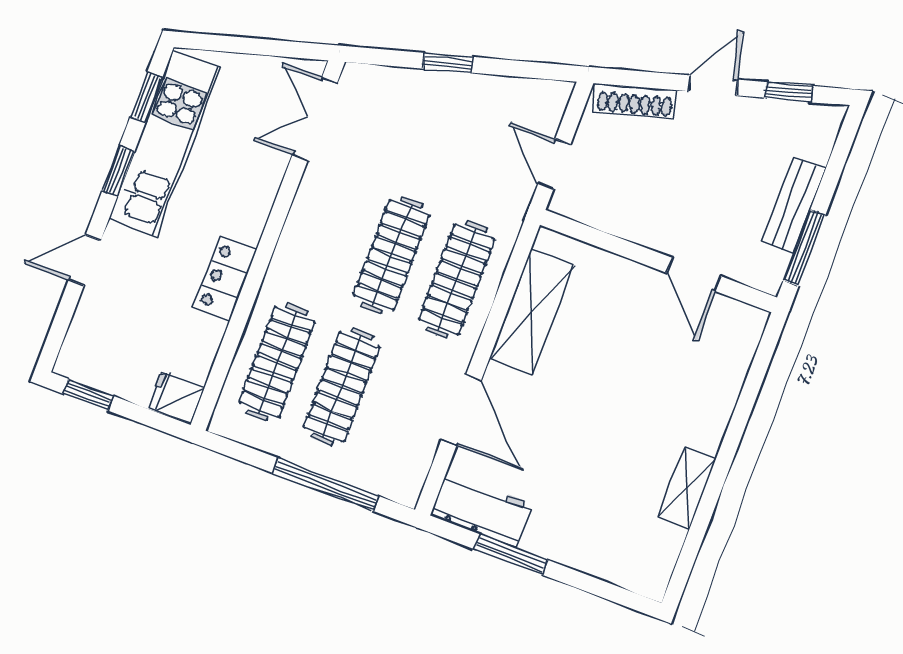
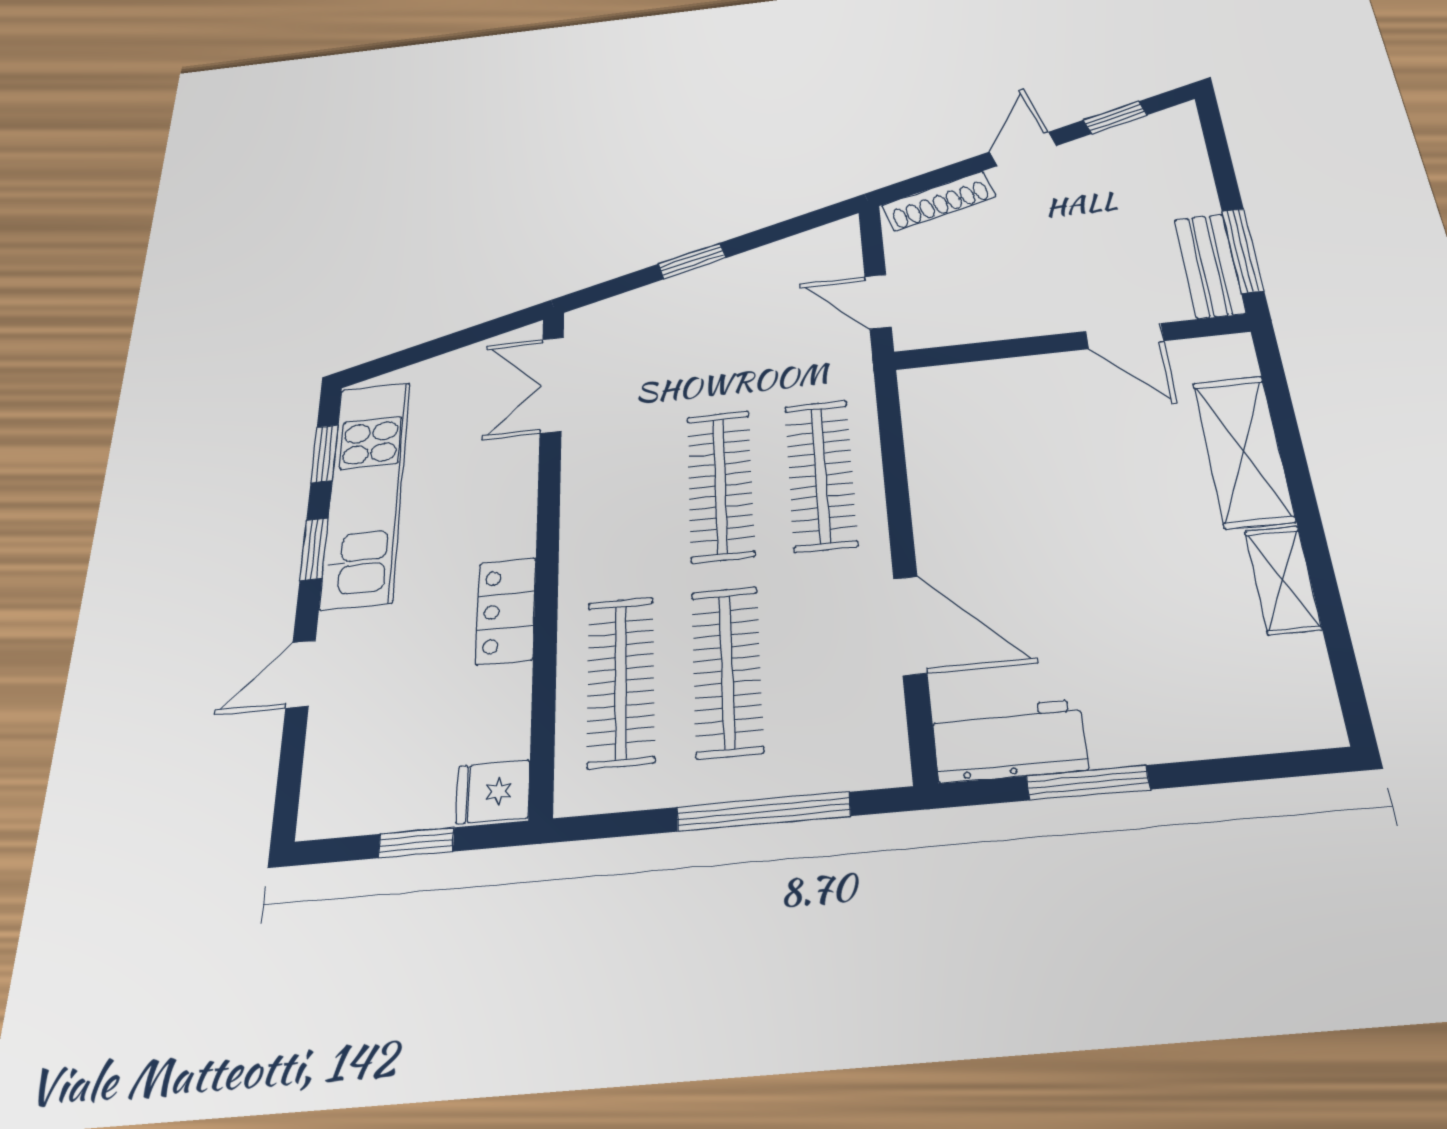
bench: (793, 205) -> (1210, 266), moved
shelving: (531, 312) -> (1243, 451), moved
window: (88, 395) -> (416, 843), moved

